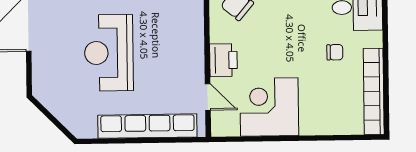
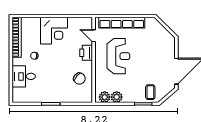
reception desk: (109, 53) -> (118, 56), moved
corner desk: (269, 107) -> (54, 31), moved

